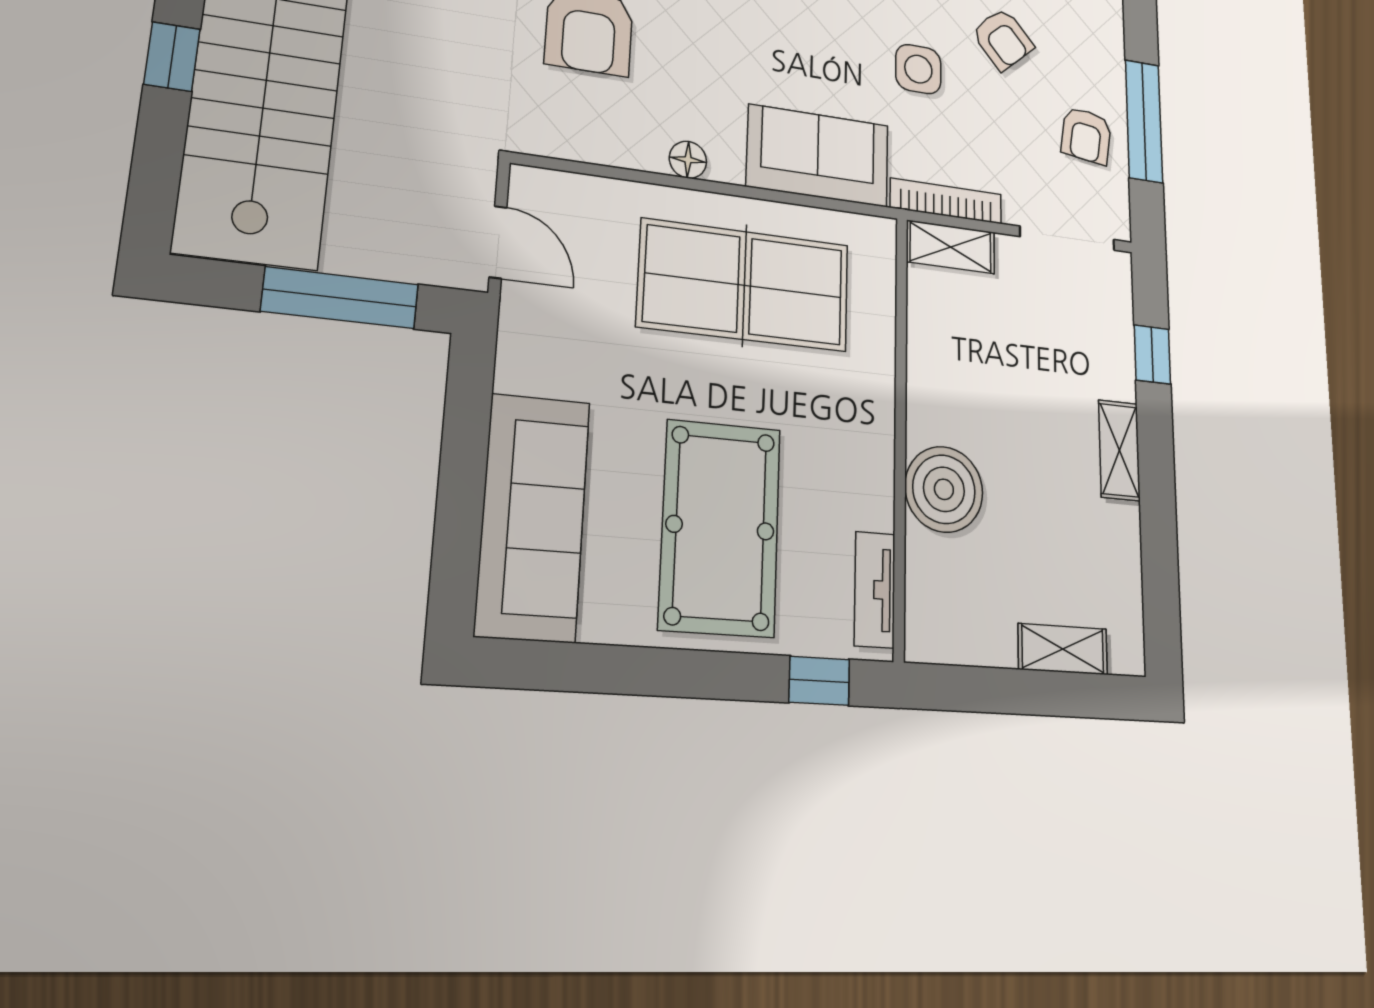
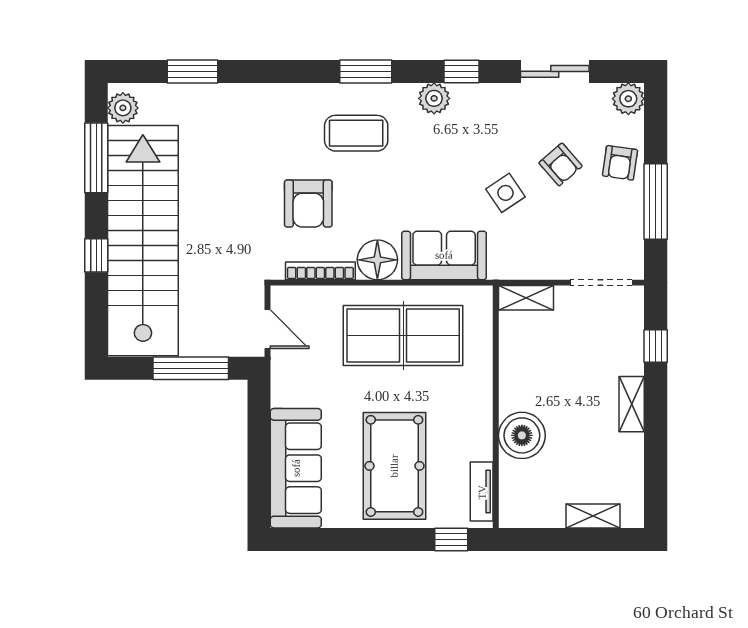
side table: (918, 69) -> (505, 193), turned -34
armchair: (1086, 135) -> (620, 163), moved
floor lamp: (688, 160) -> (377, 260), width x1.89, depth x1.89
bookcase: (946, 201) -> (320, 271), moved

